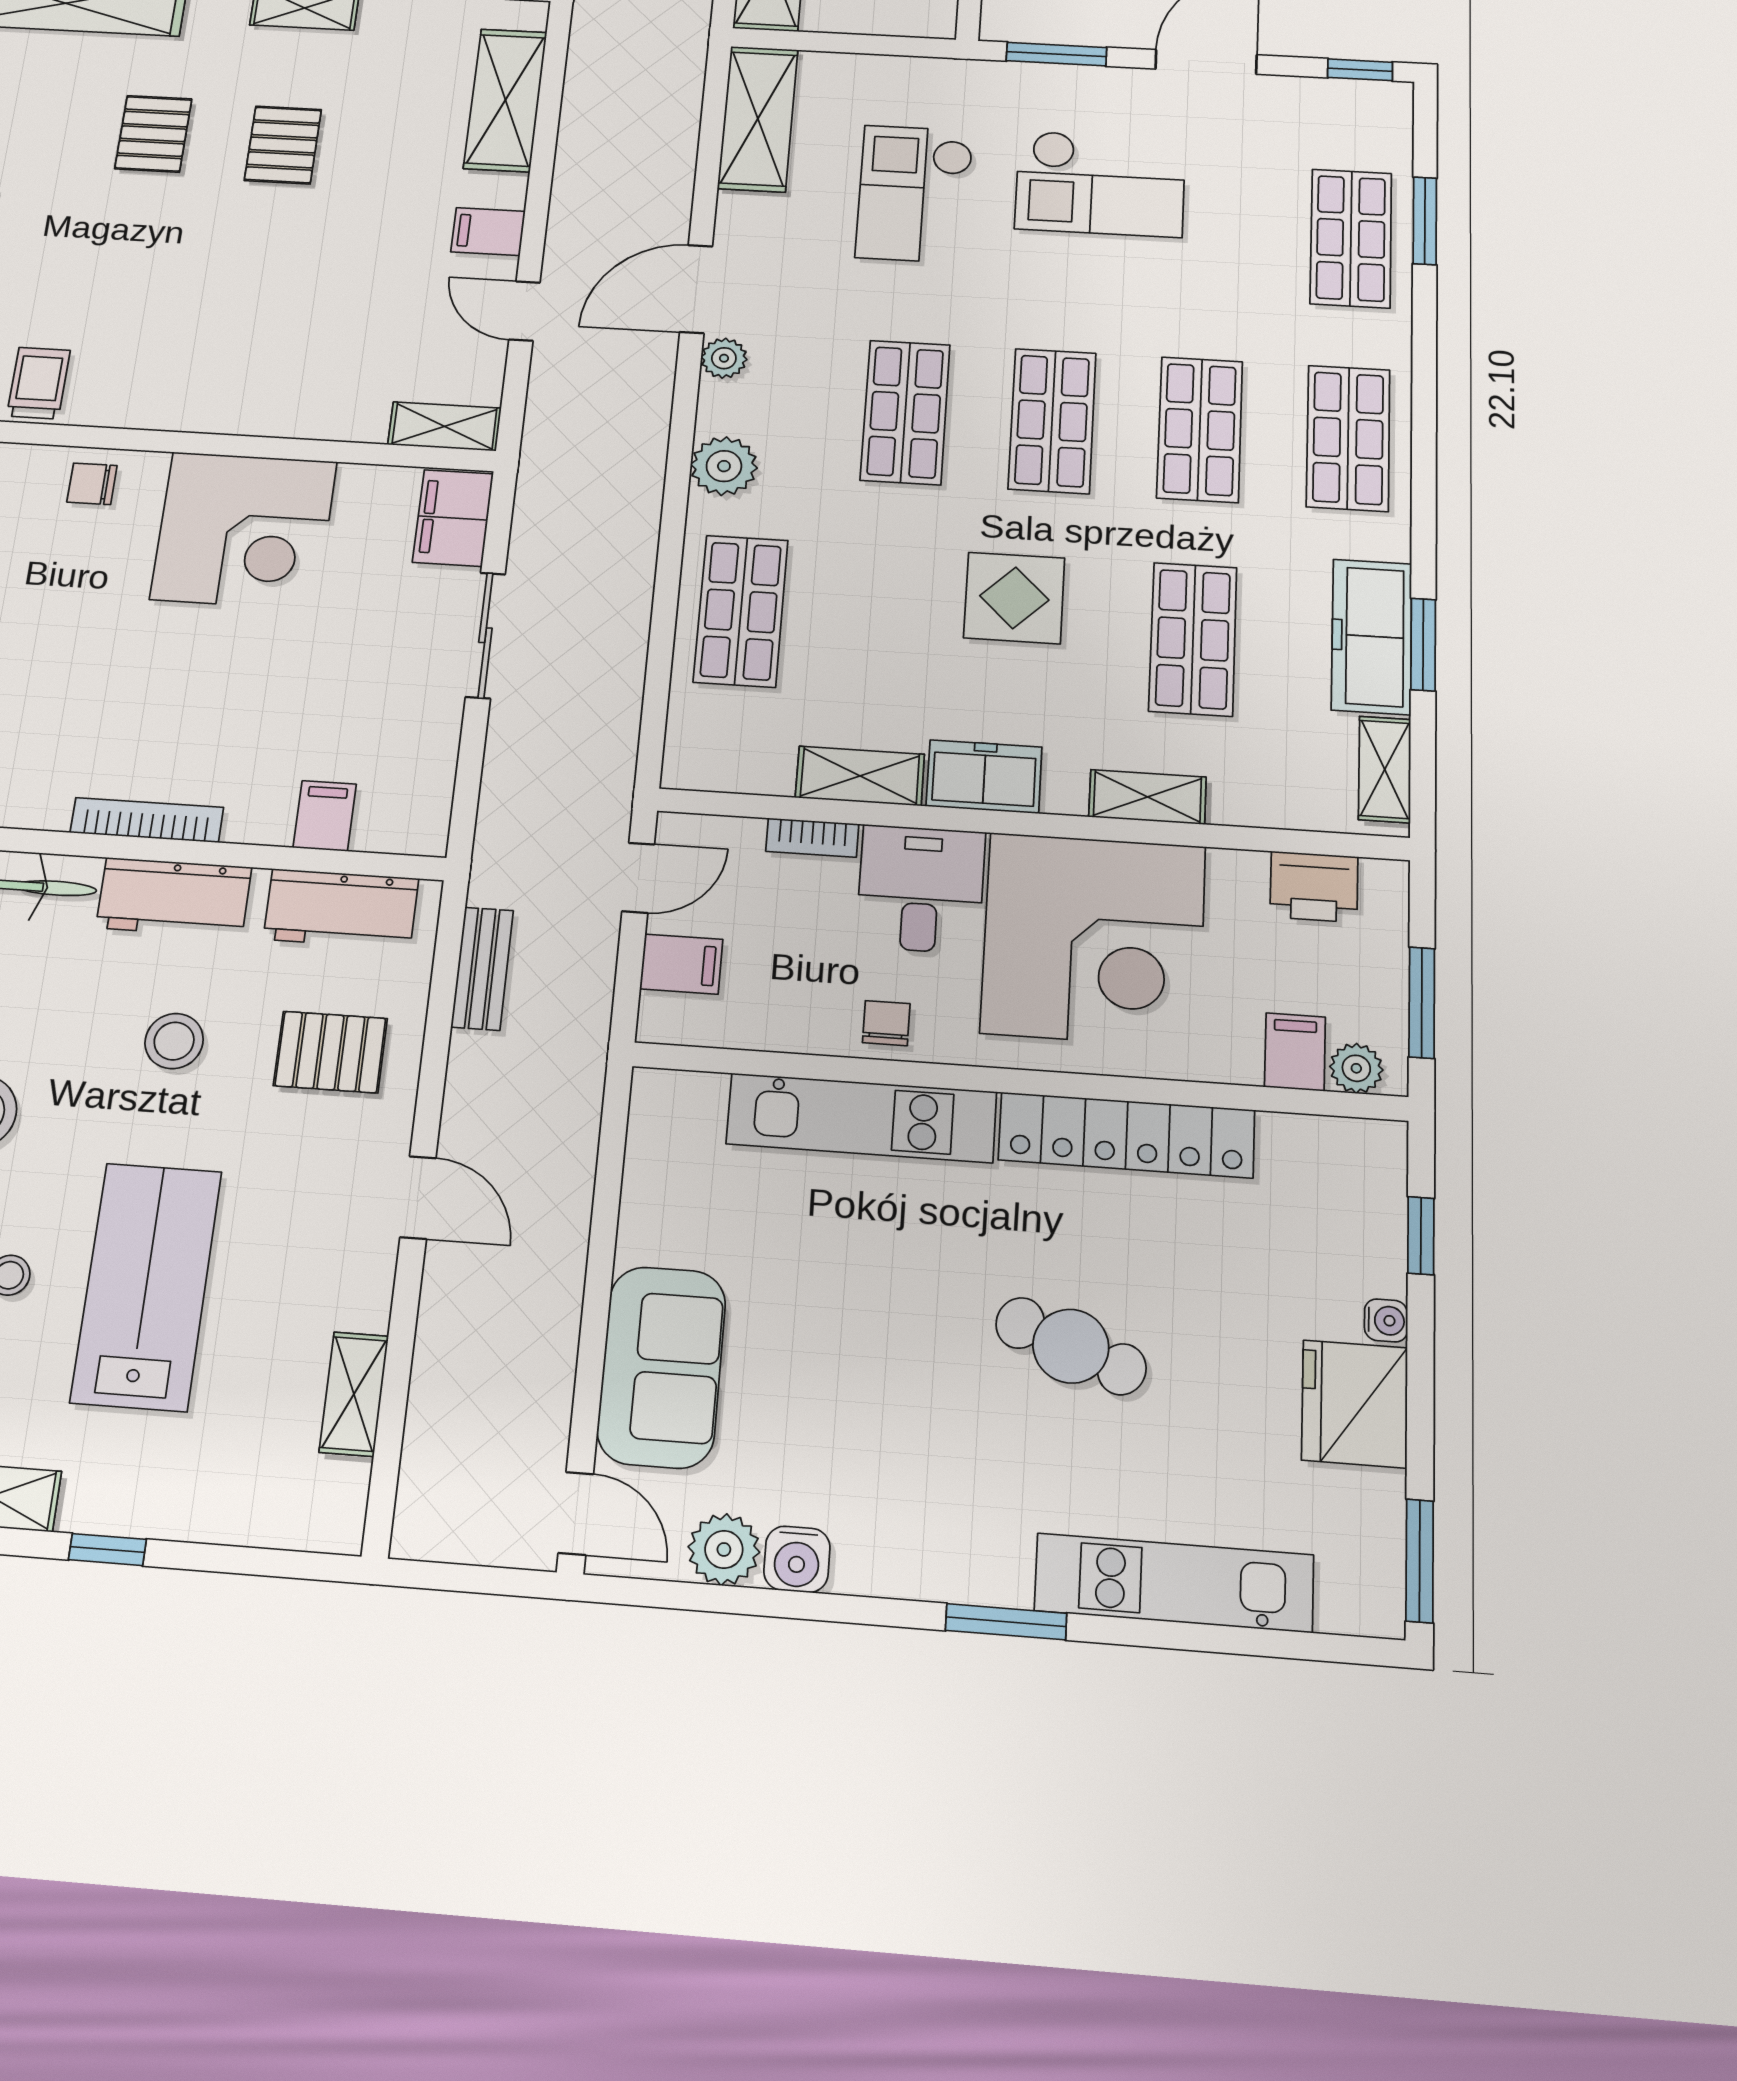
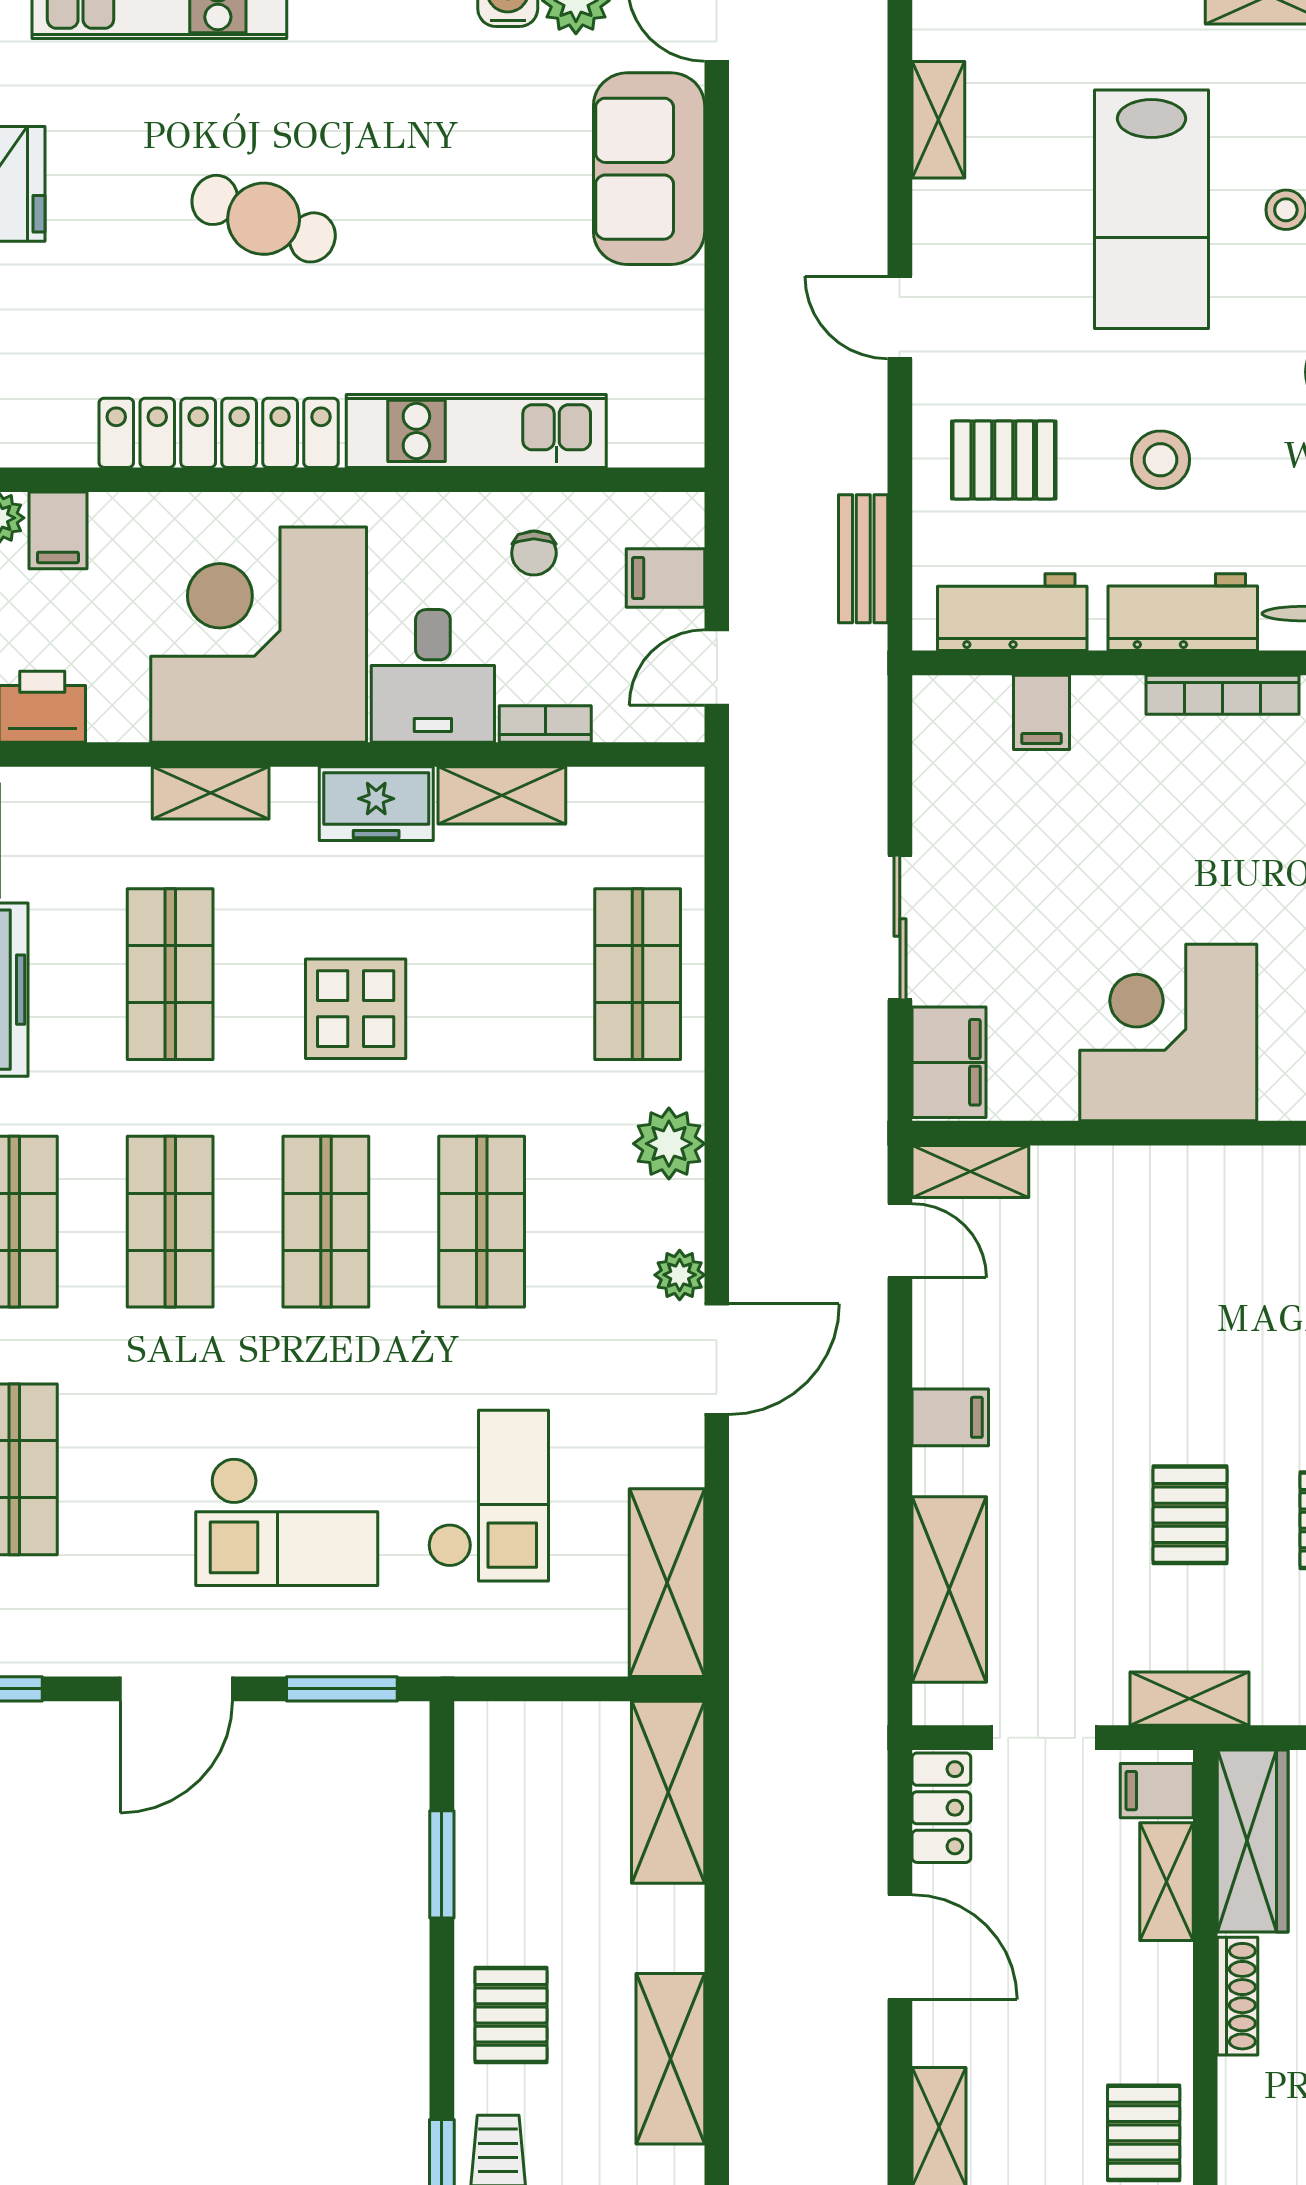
checkout: (1100, 184) -> (287, 1522), turned 180
door: (524, 311) -> (900, 1241), moved
chair: (886, 1023) -> (534, 553), moved

